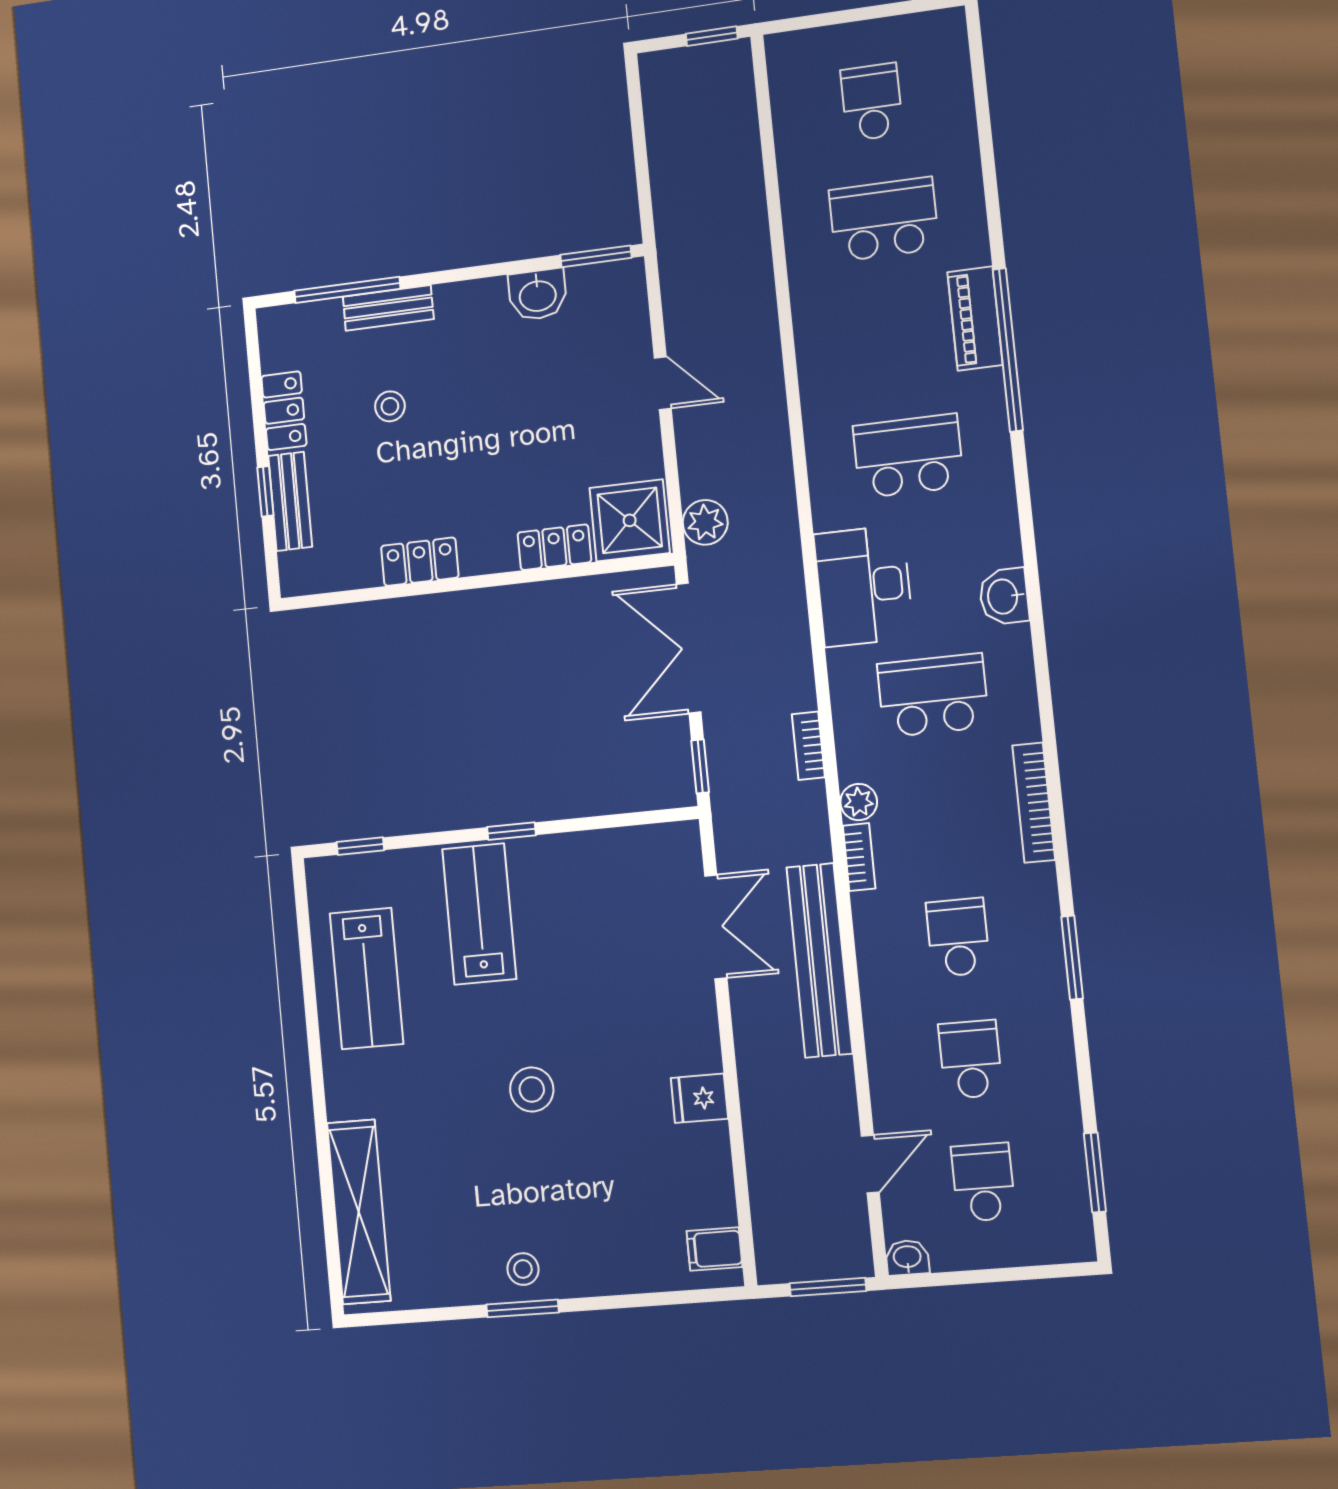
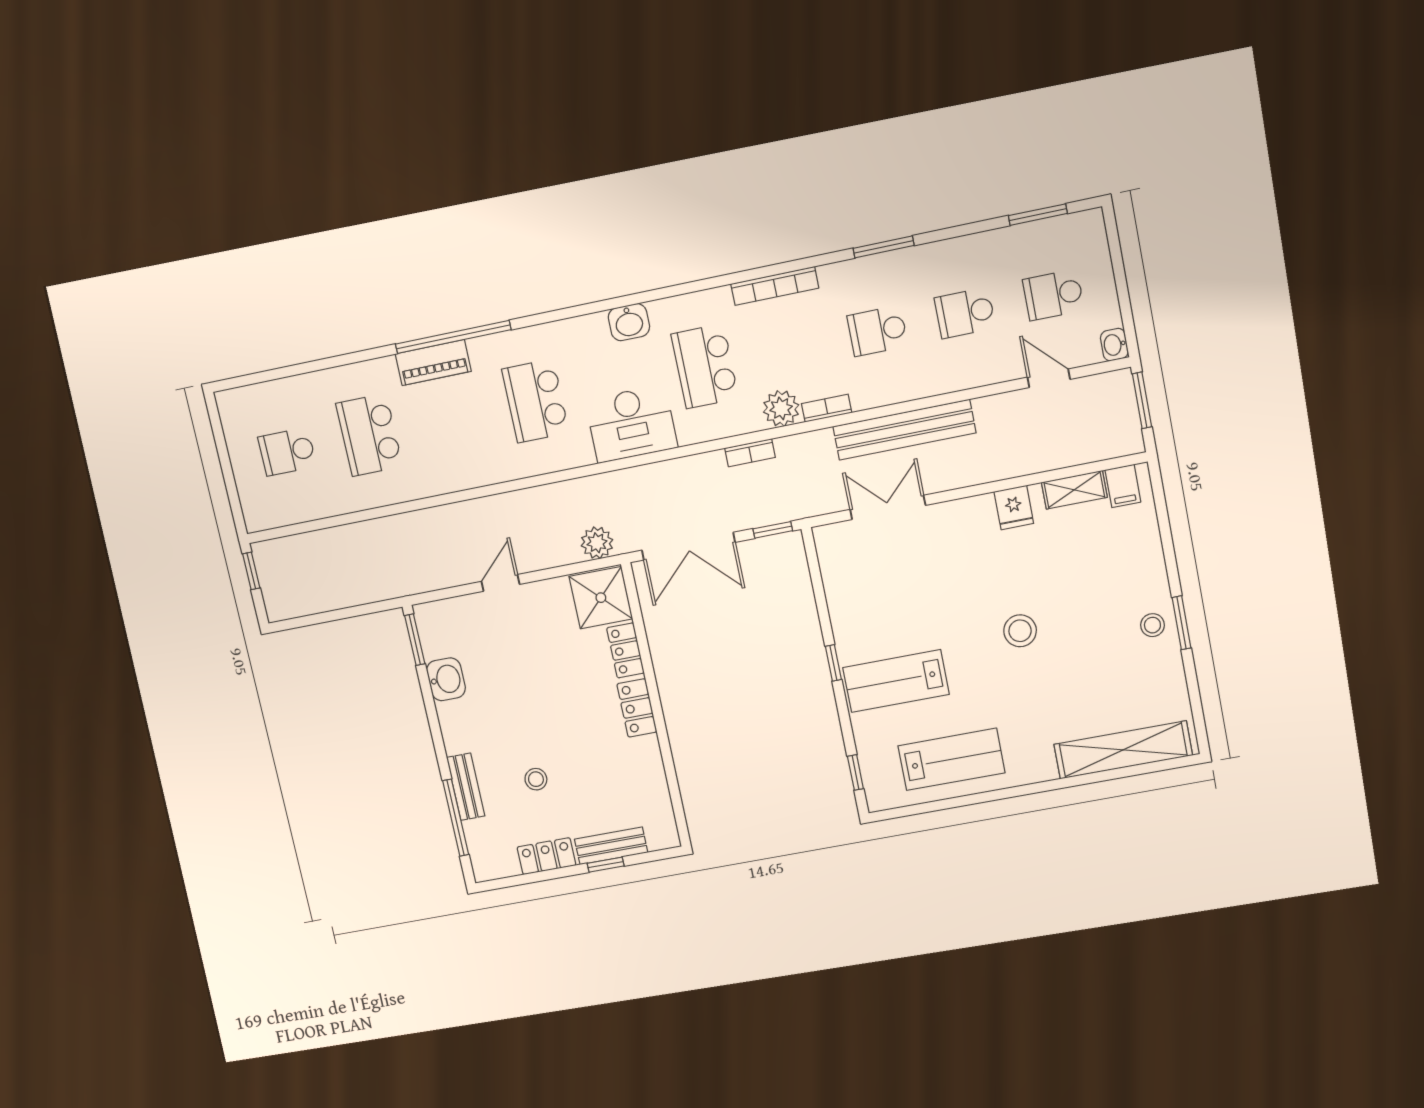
locker: (420, 562) -> (637, 708), moved
plant: (859, 802) -> (781, 408), width x1.38, depth x1.38
shelving: (716, 1183) -> (1074, 490), added

